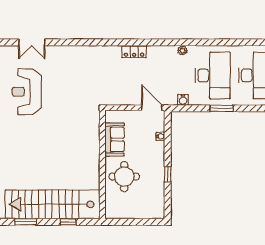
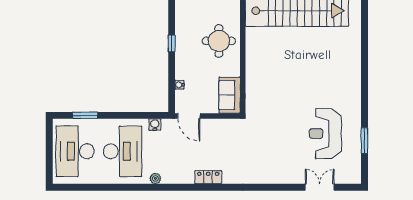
desk: (213, 75) -> (123, 151), turned 180
reception desk: (27, 92) -> (325, 134), turned 180
window: (222, 108) -> (85, 115), moved
sofa: (114, 140) -> (230, 95), moved

